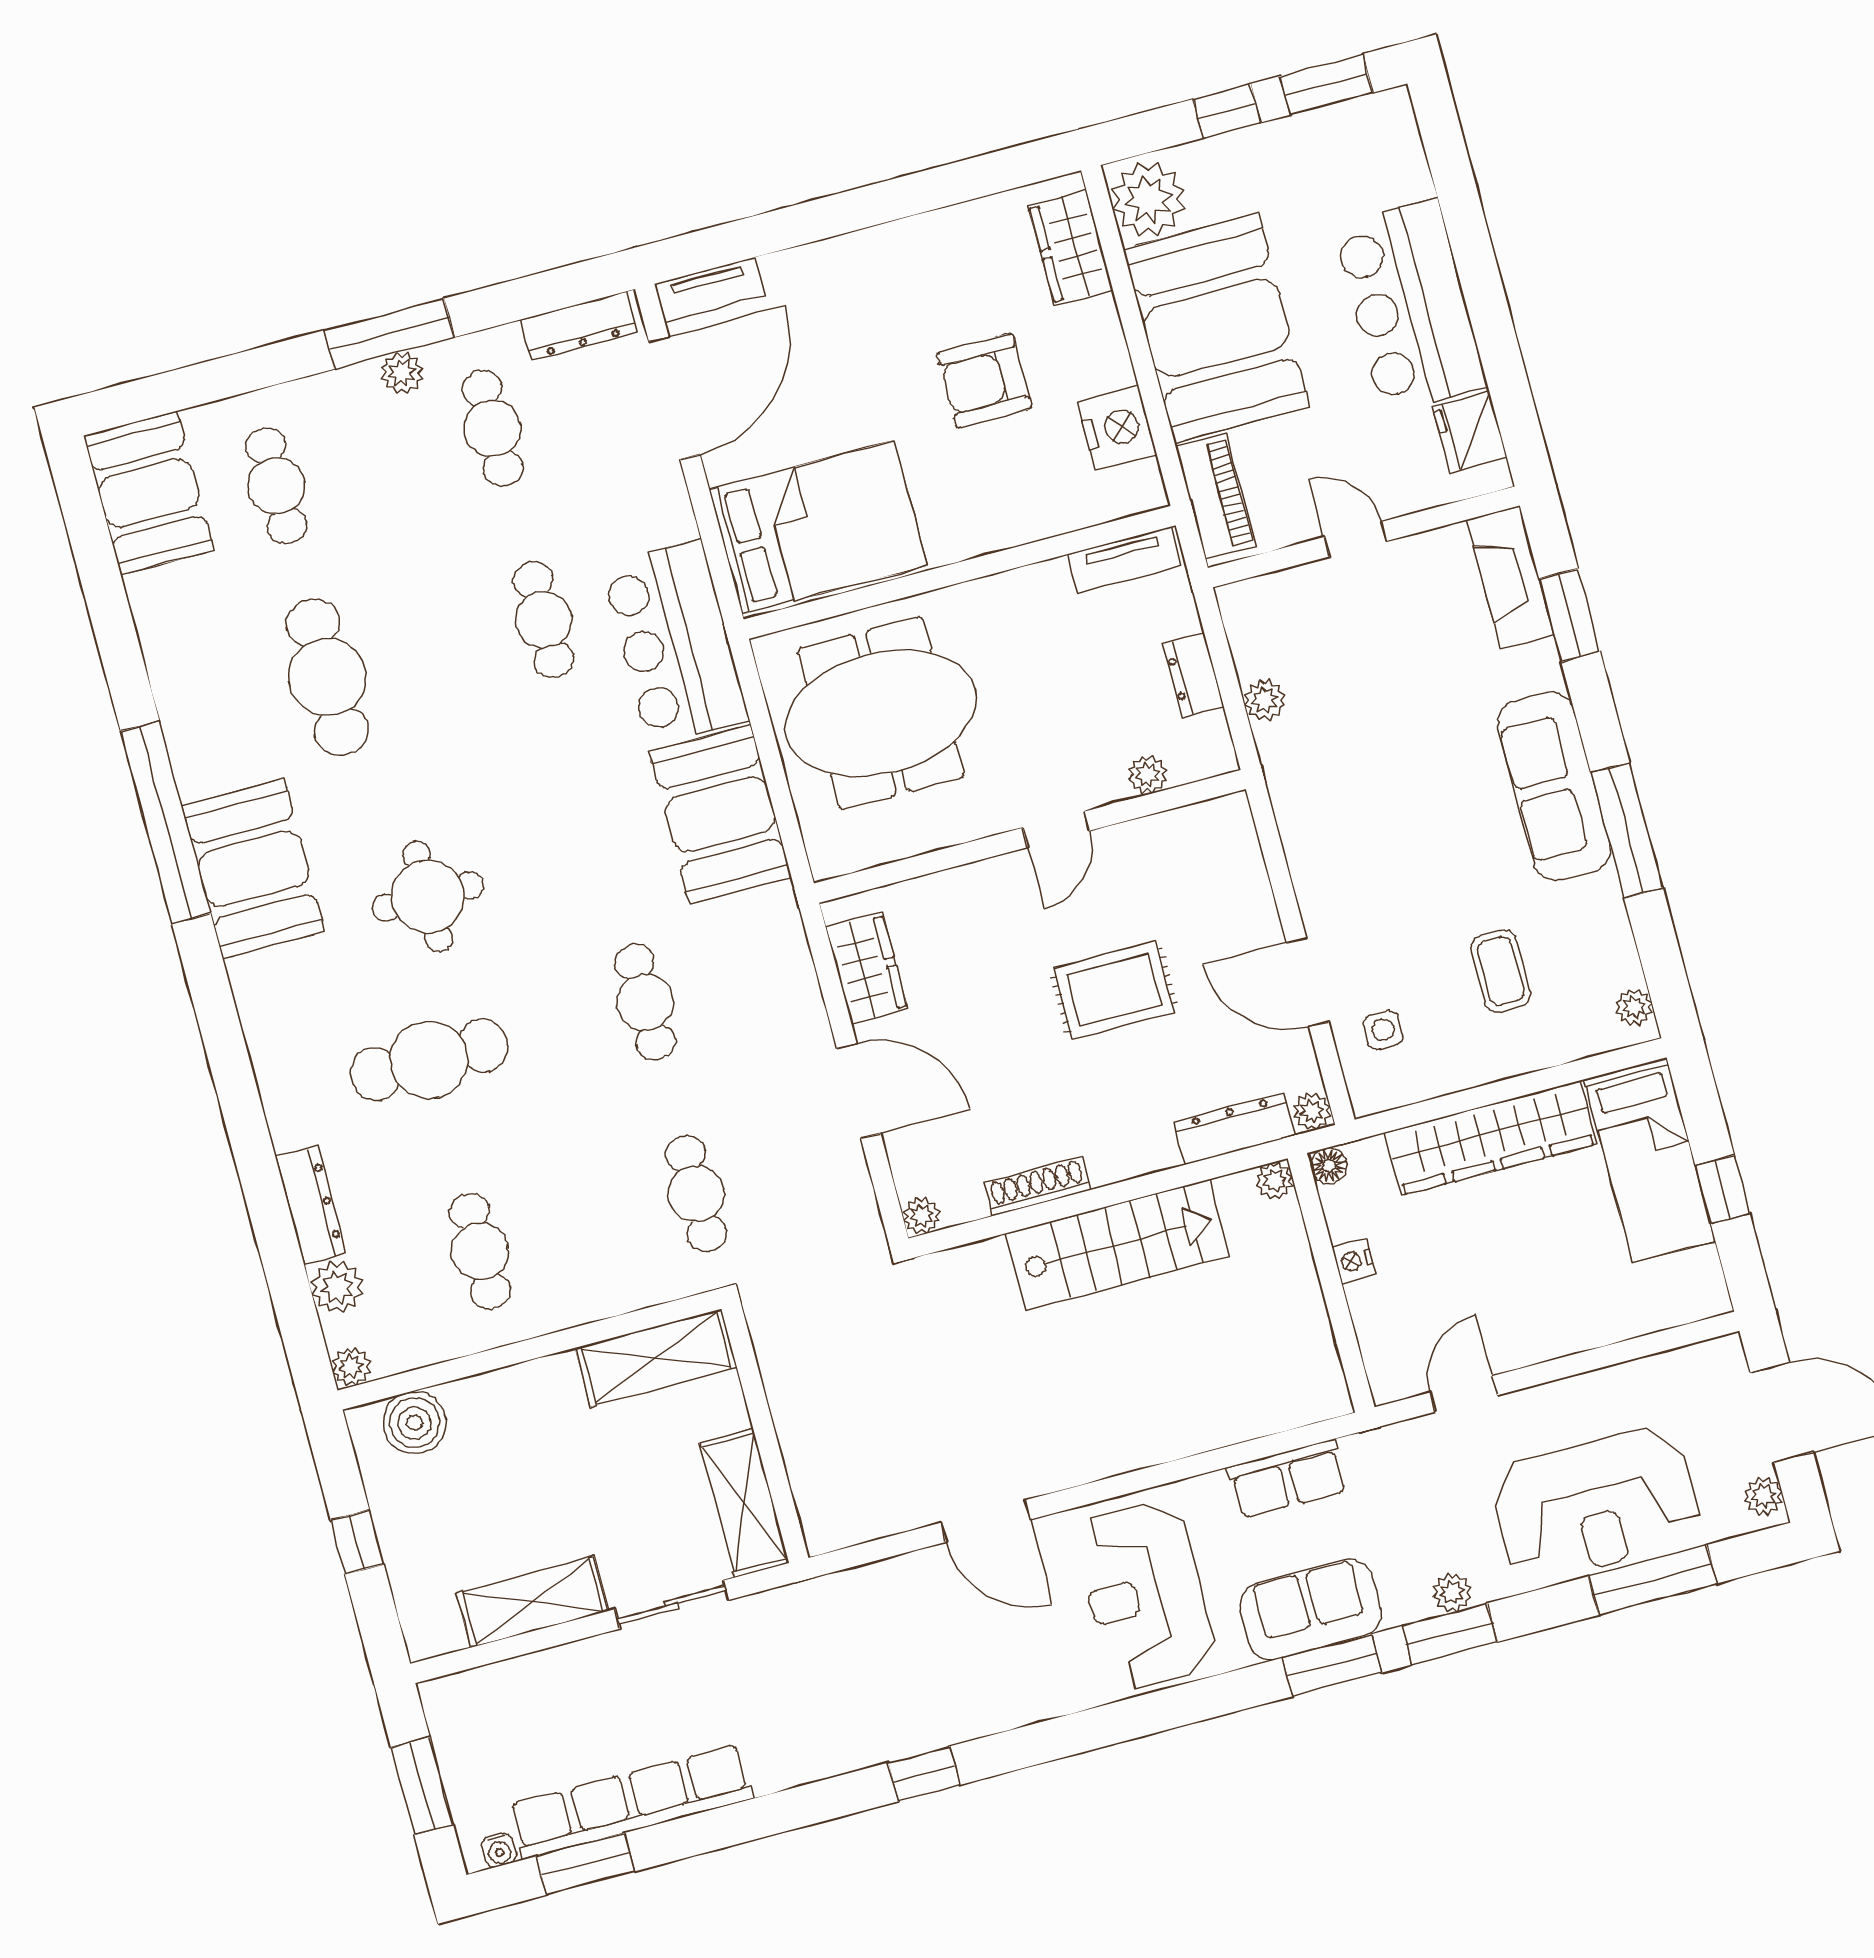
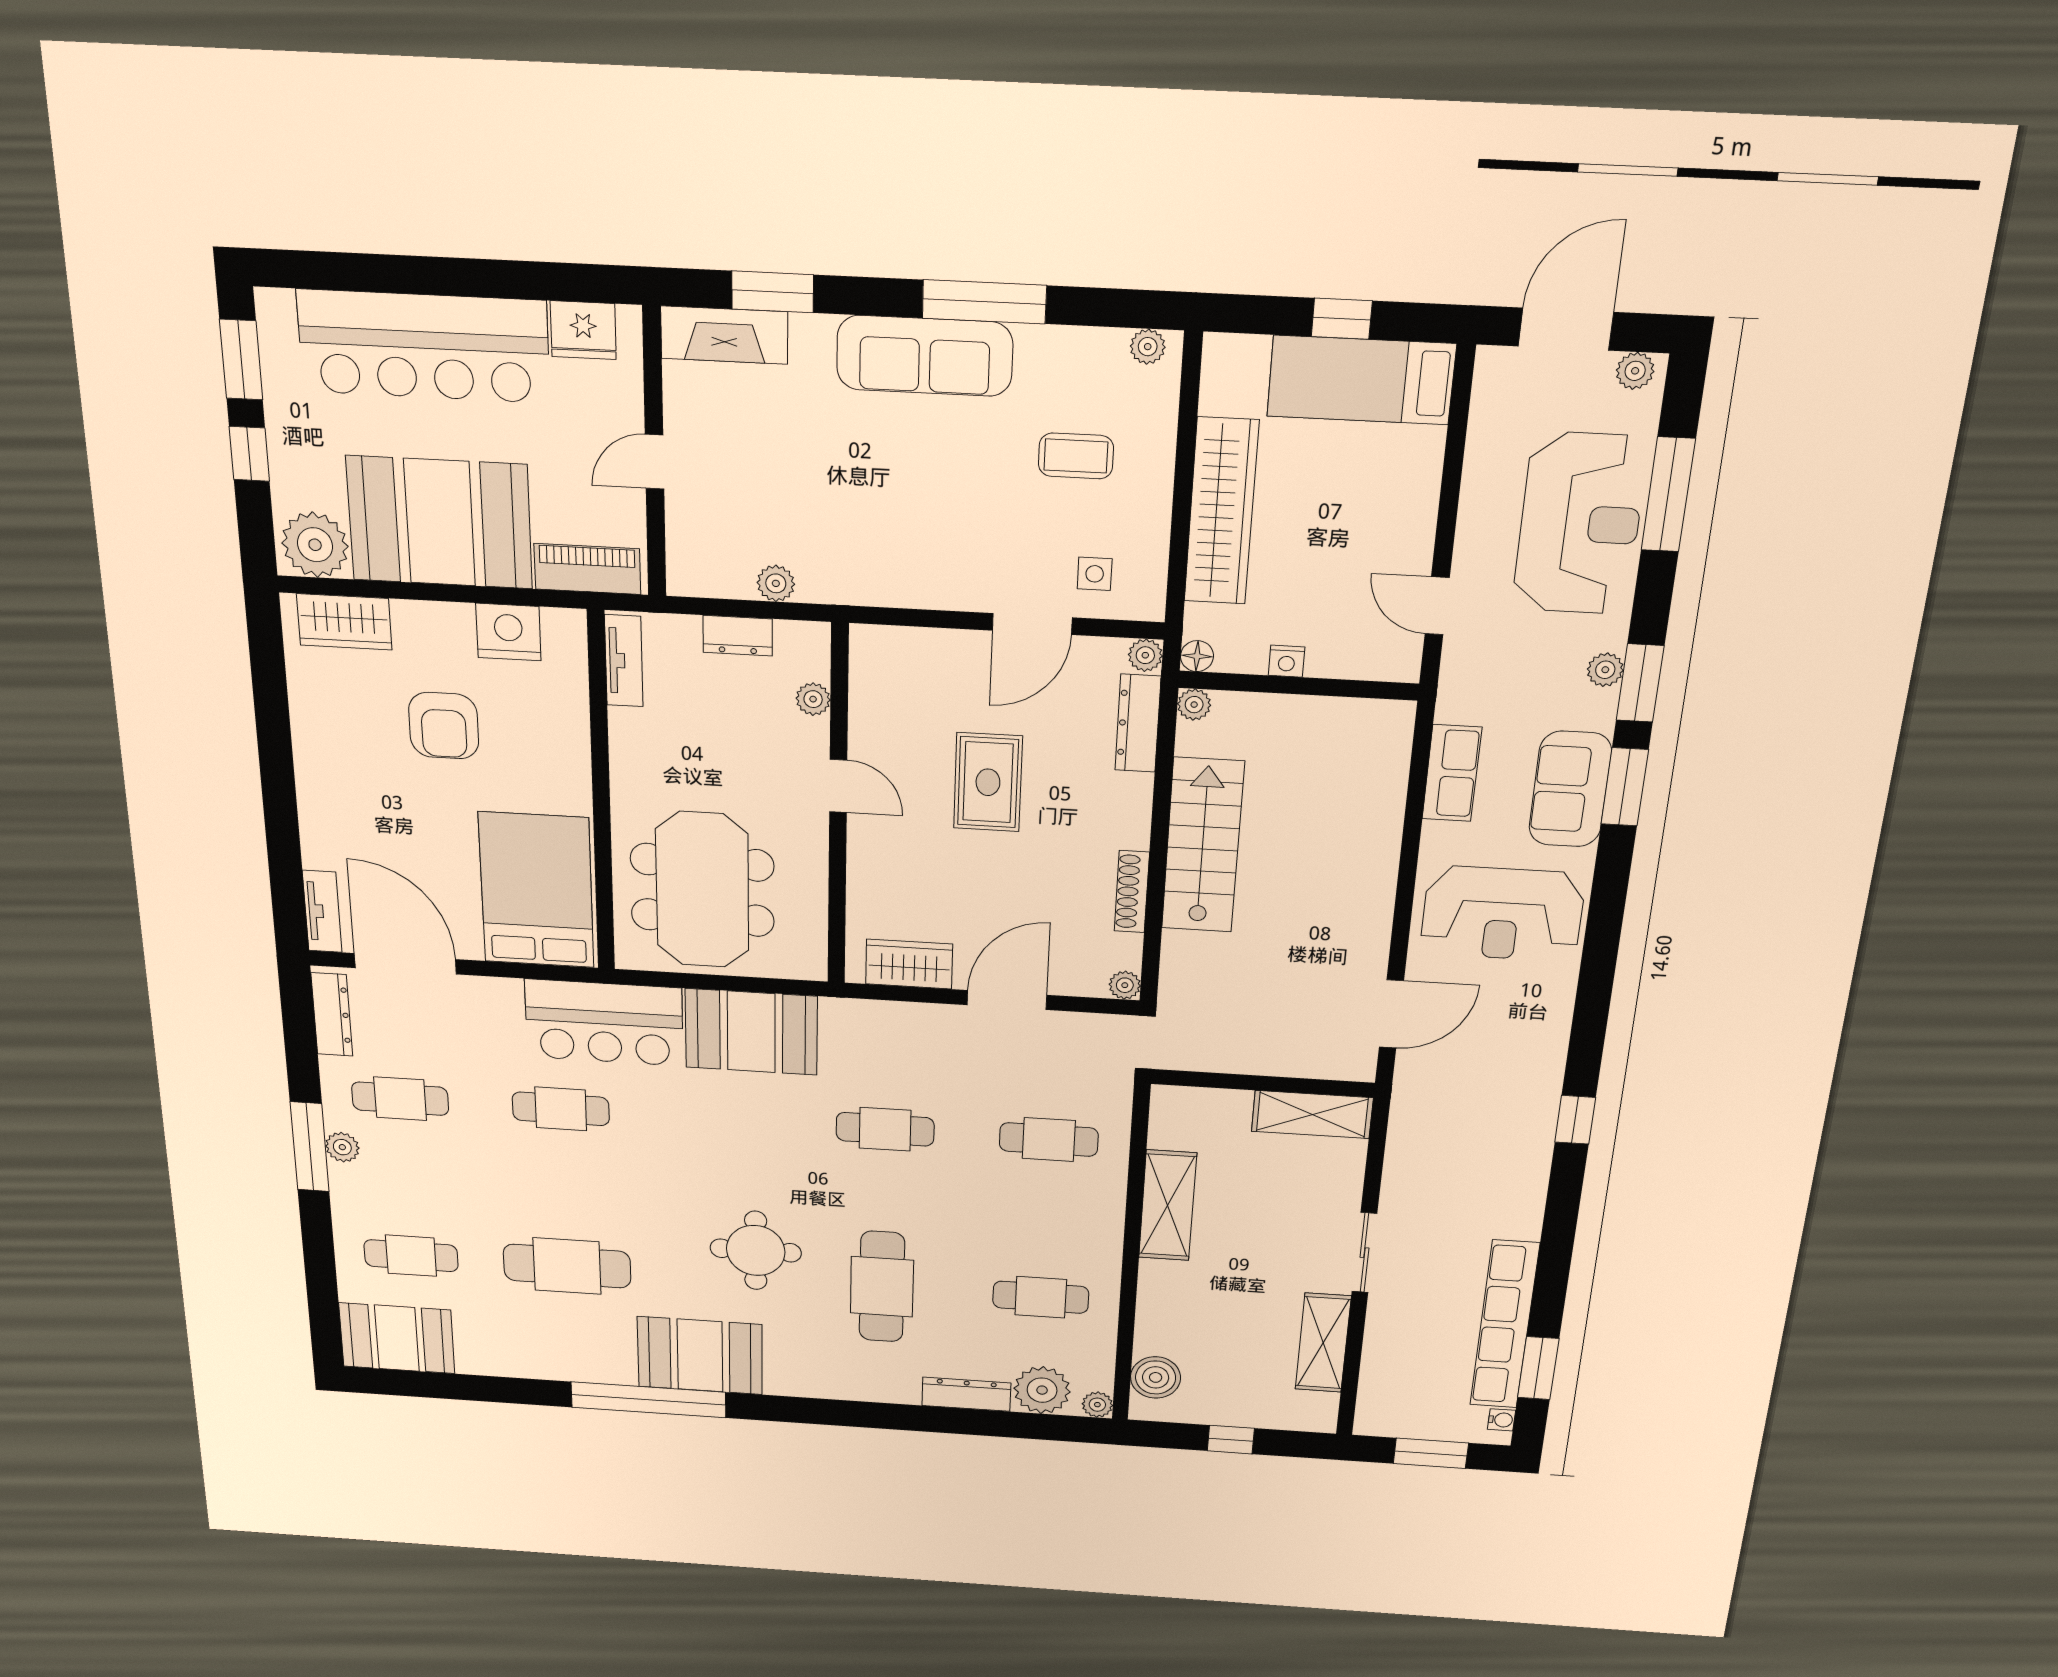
bar counter: (1410, 307) -> (424, 346), width x1.36
bed: (1650, 1160) -> (1361, 380), moved, turned 180
plant: (337, 1287) -> (1042, 1390), width x1.36, depth x1.36
wall: (765, 1433) -> (1263, 1083), moved
shelving: (744, 1503) -> (1312, 1115), moved

